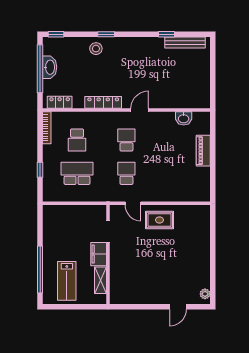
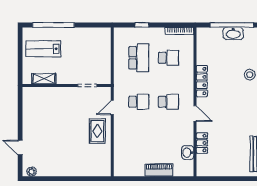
locker: (60, 102) -> (202, 143), moved
school desk: (77, 140) -> (168, 58), turned 180
filing cabinet: (99, 254) -> (67, 77), removed

